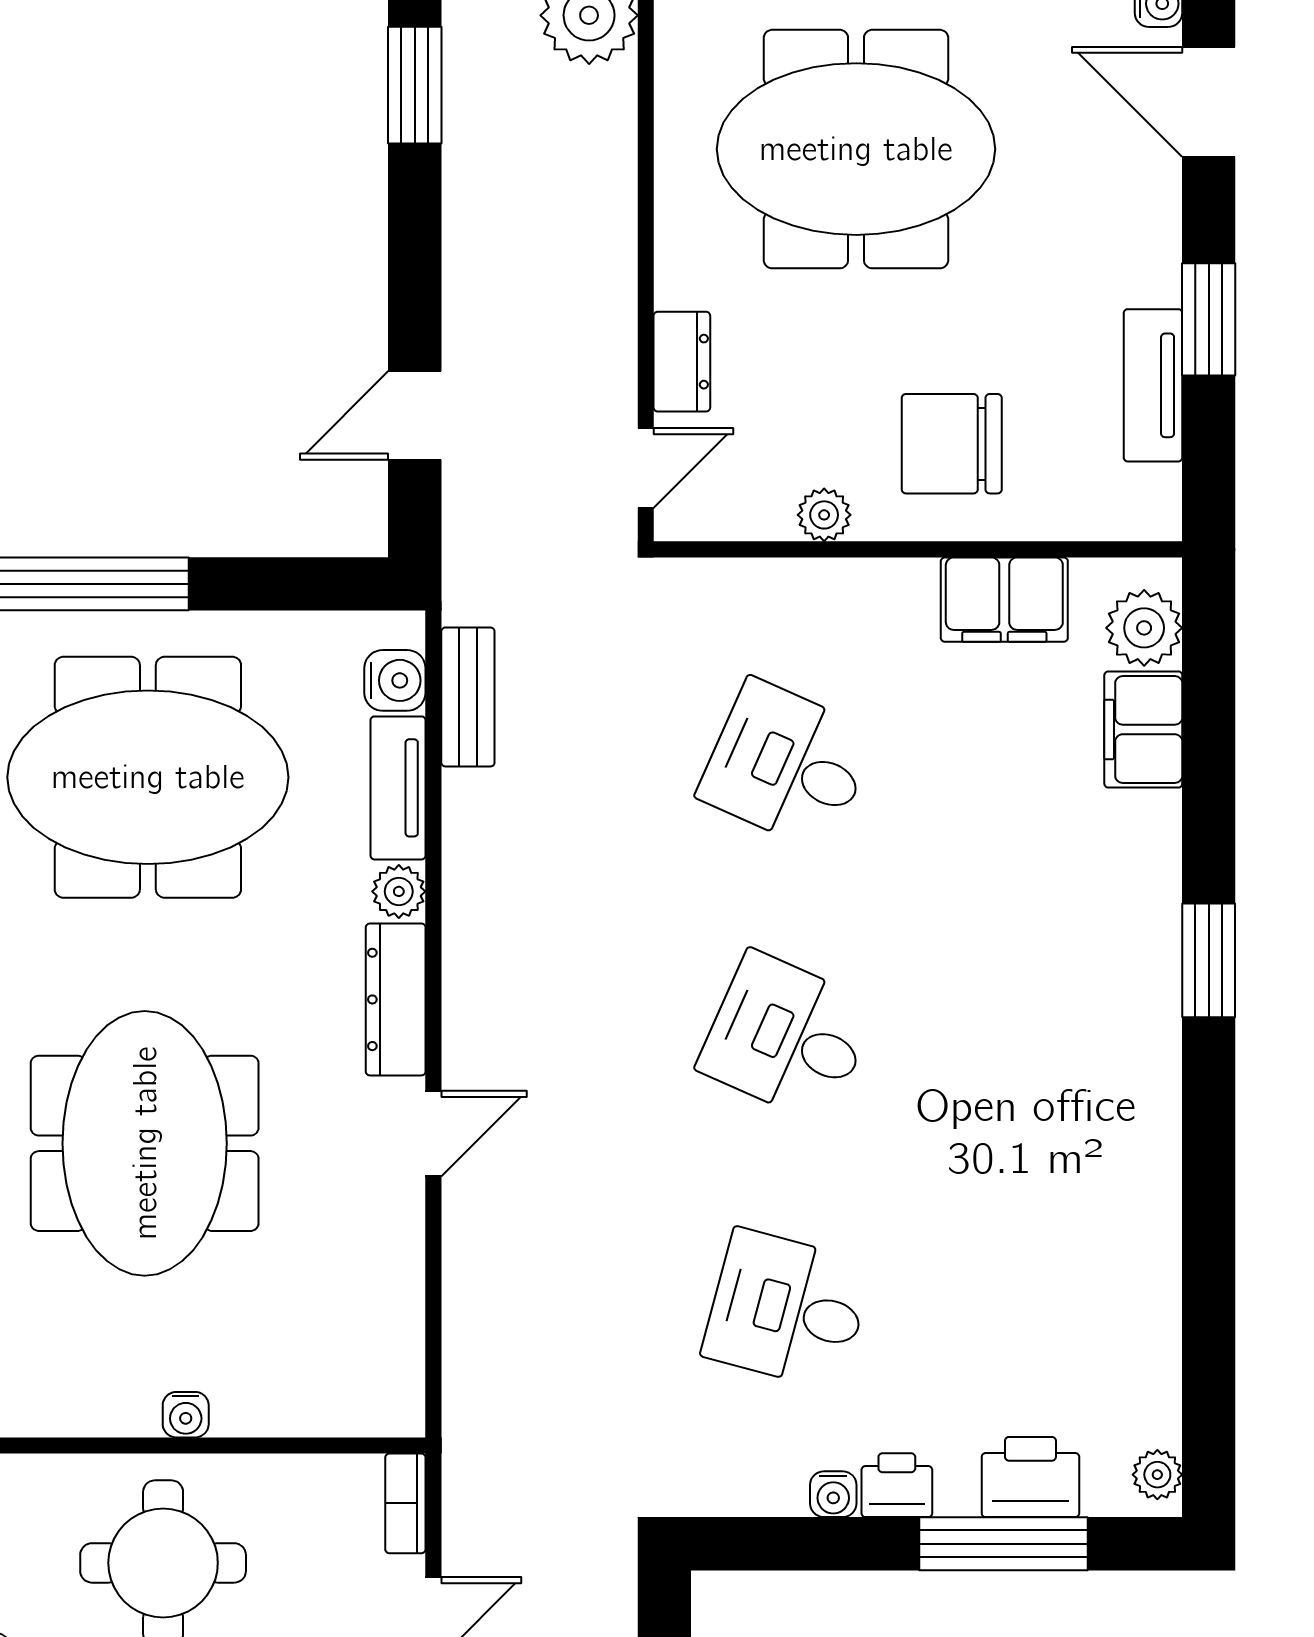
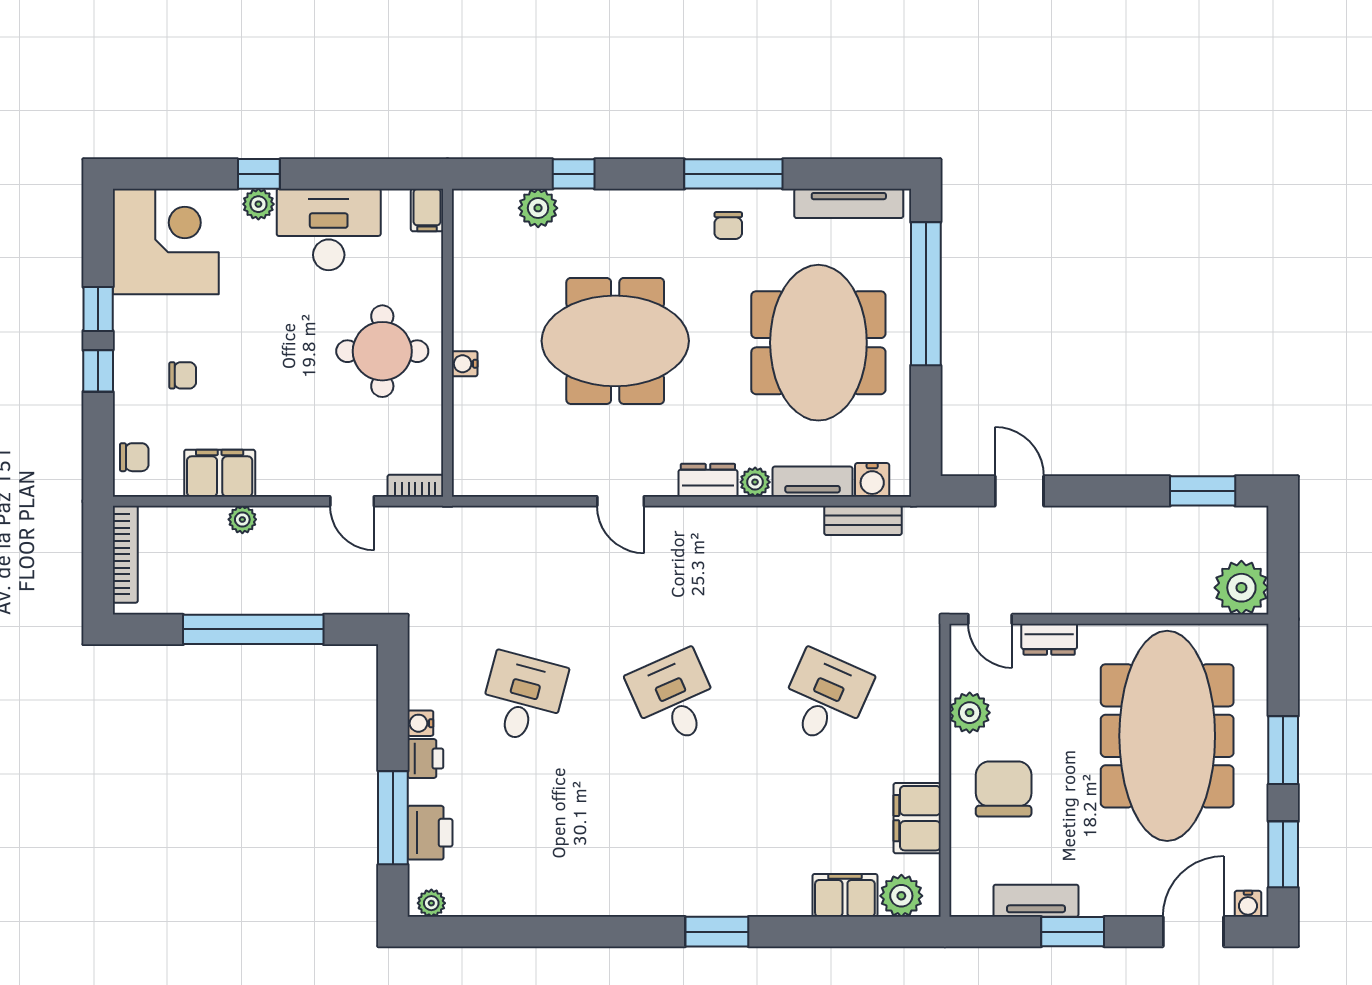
meeting table: (856, 149) -> (1167, 736), width x1.36
plant: (824, 515) -> (970, 713), width x1.38, depth x1.38
dresser: (396, 999) -> (708, 480), width x0.70
desk: (787, 1037) -> (674, 698), turned -48

